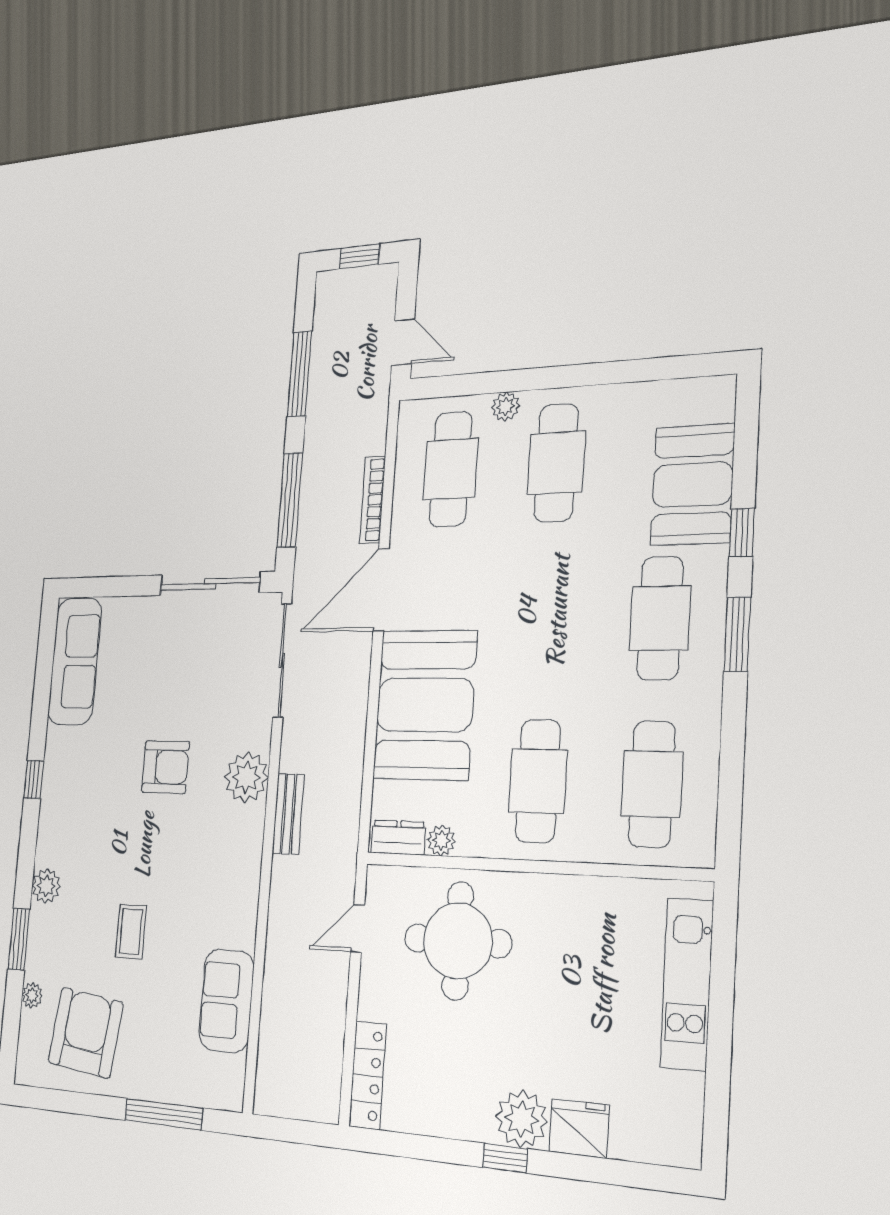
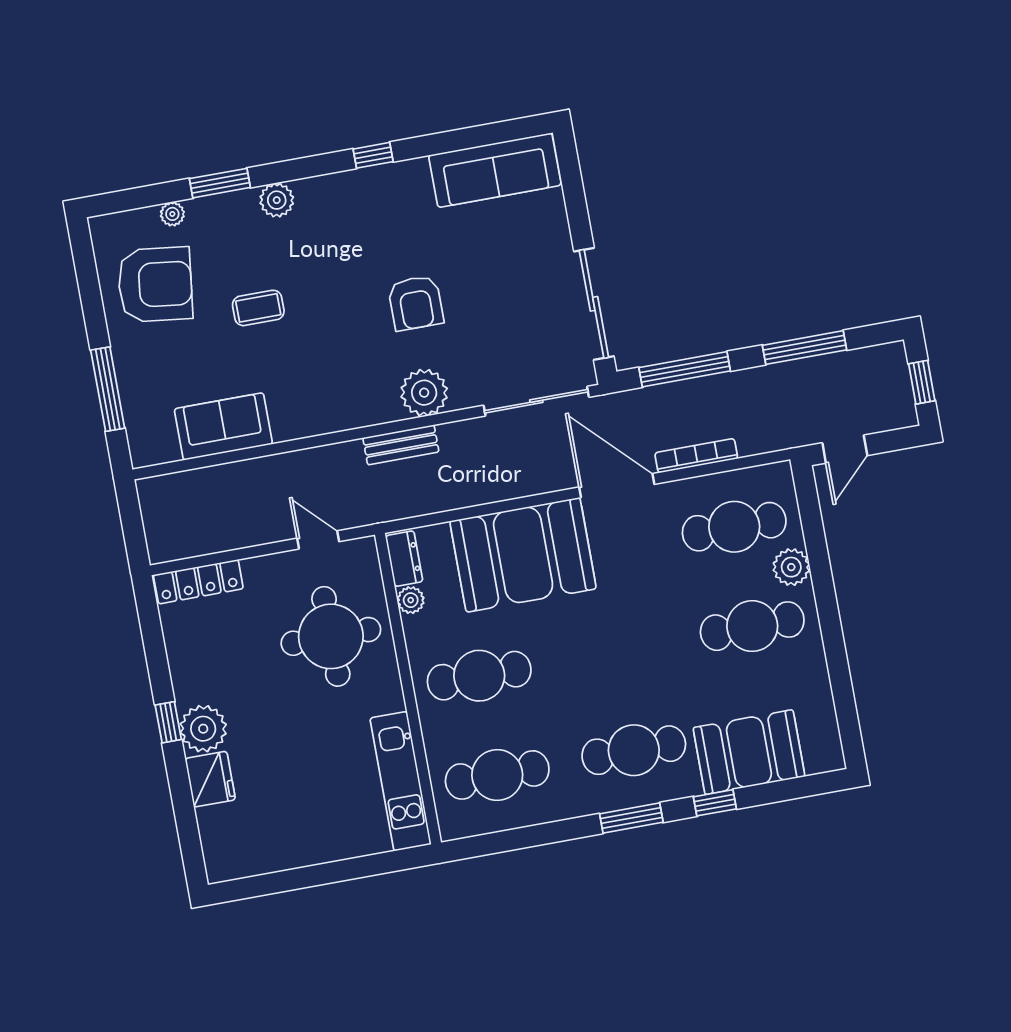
plant: (506, 407) -> (791, 567), width x1.38, depth x1.38
kitchen unit: (687, 984) -> (401, 781), moved, turned -90

